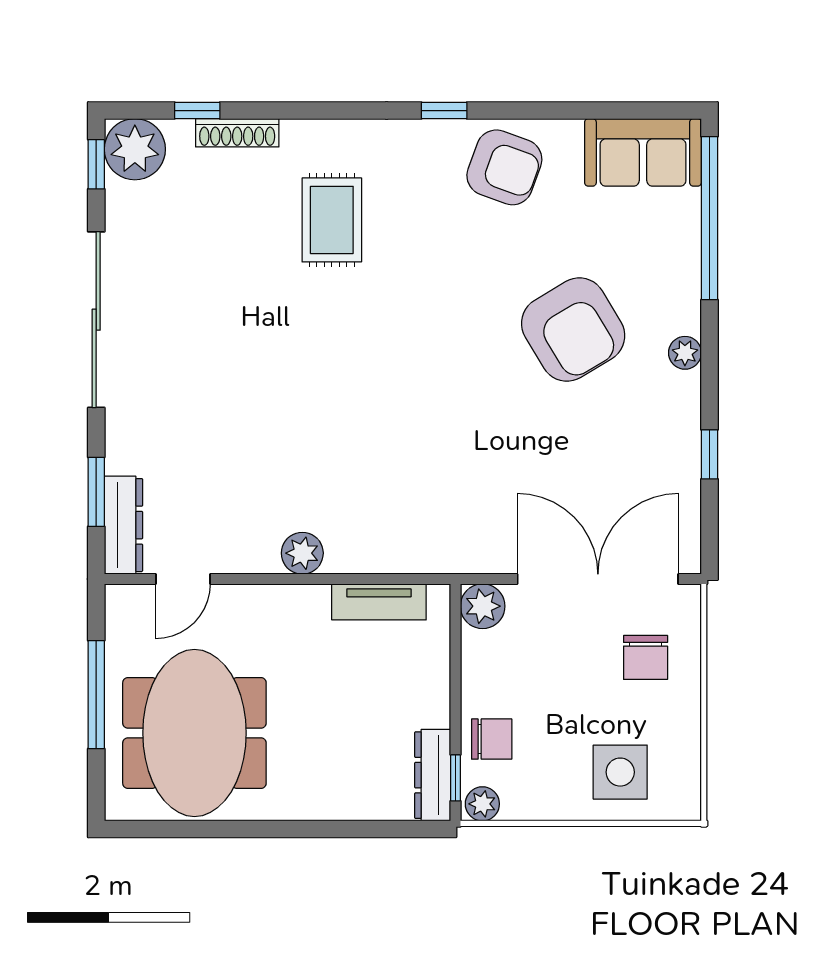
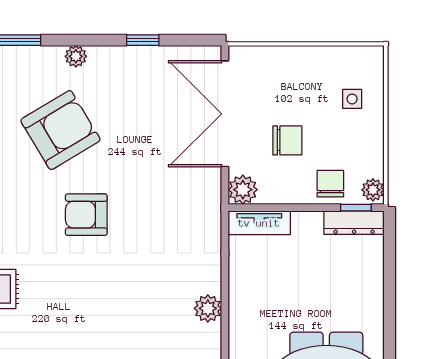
armchair: (445, 369) -> (86, 215), added
tv unit: (379, 602) -> (259, 223), moved, turned 90
chair: (646, 657) -> (287, 140), moved
side table: (620, 772) -> (352, 99), width x0.54, depth x0.54

